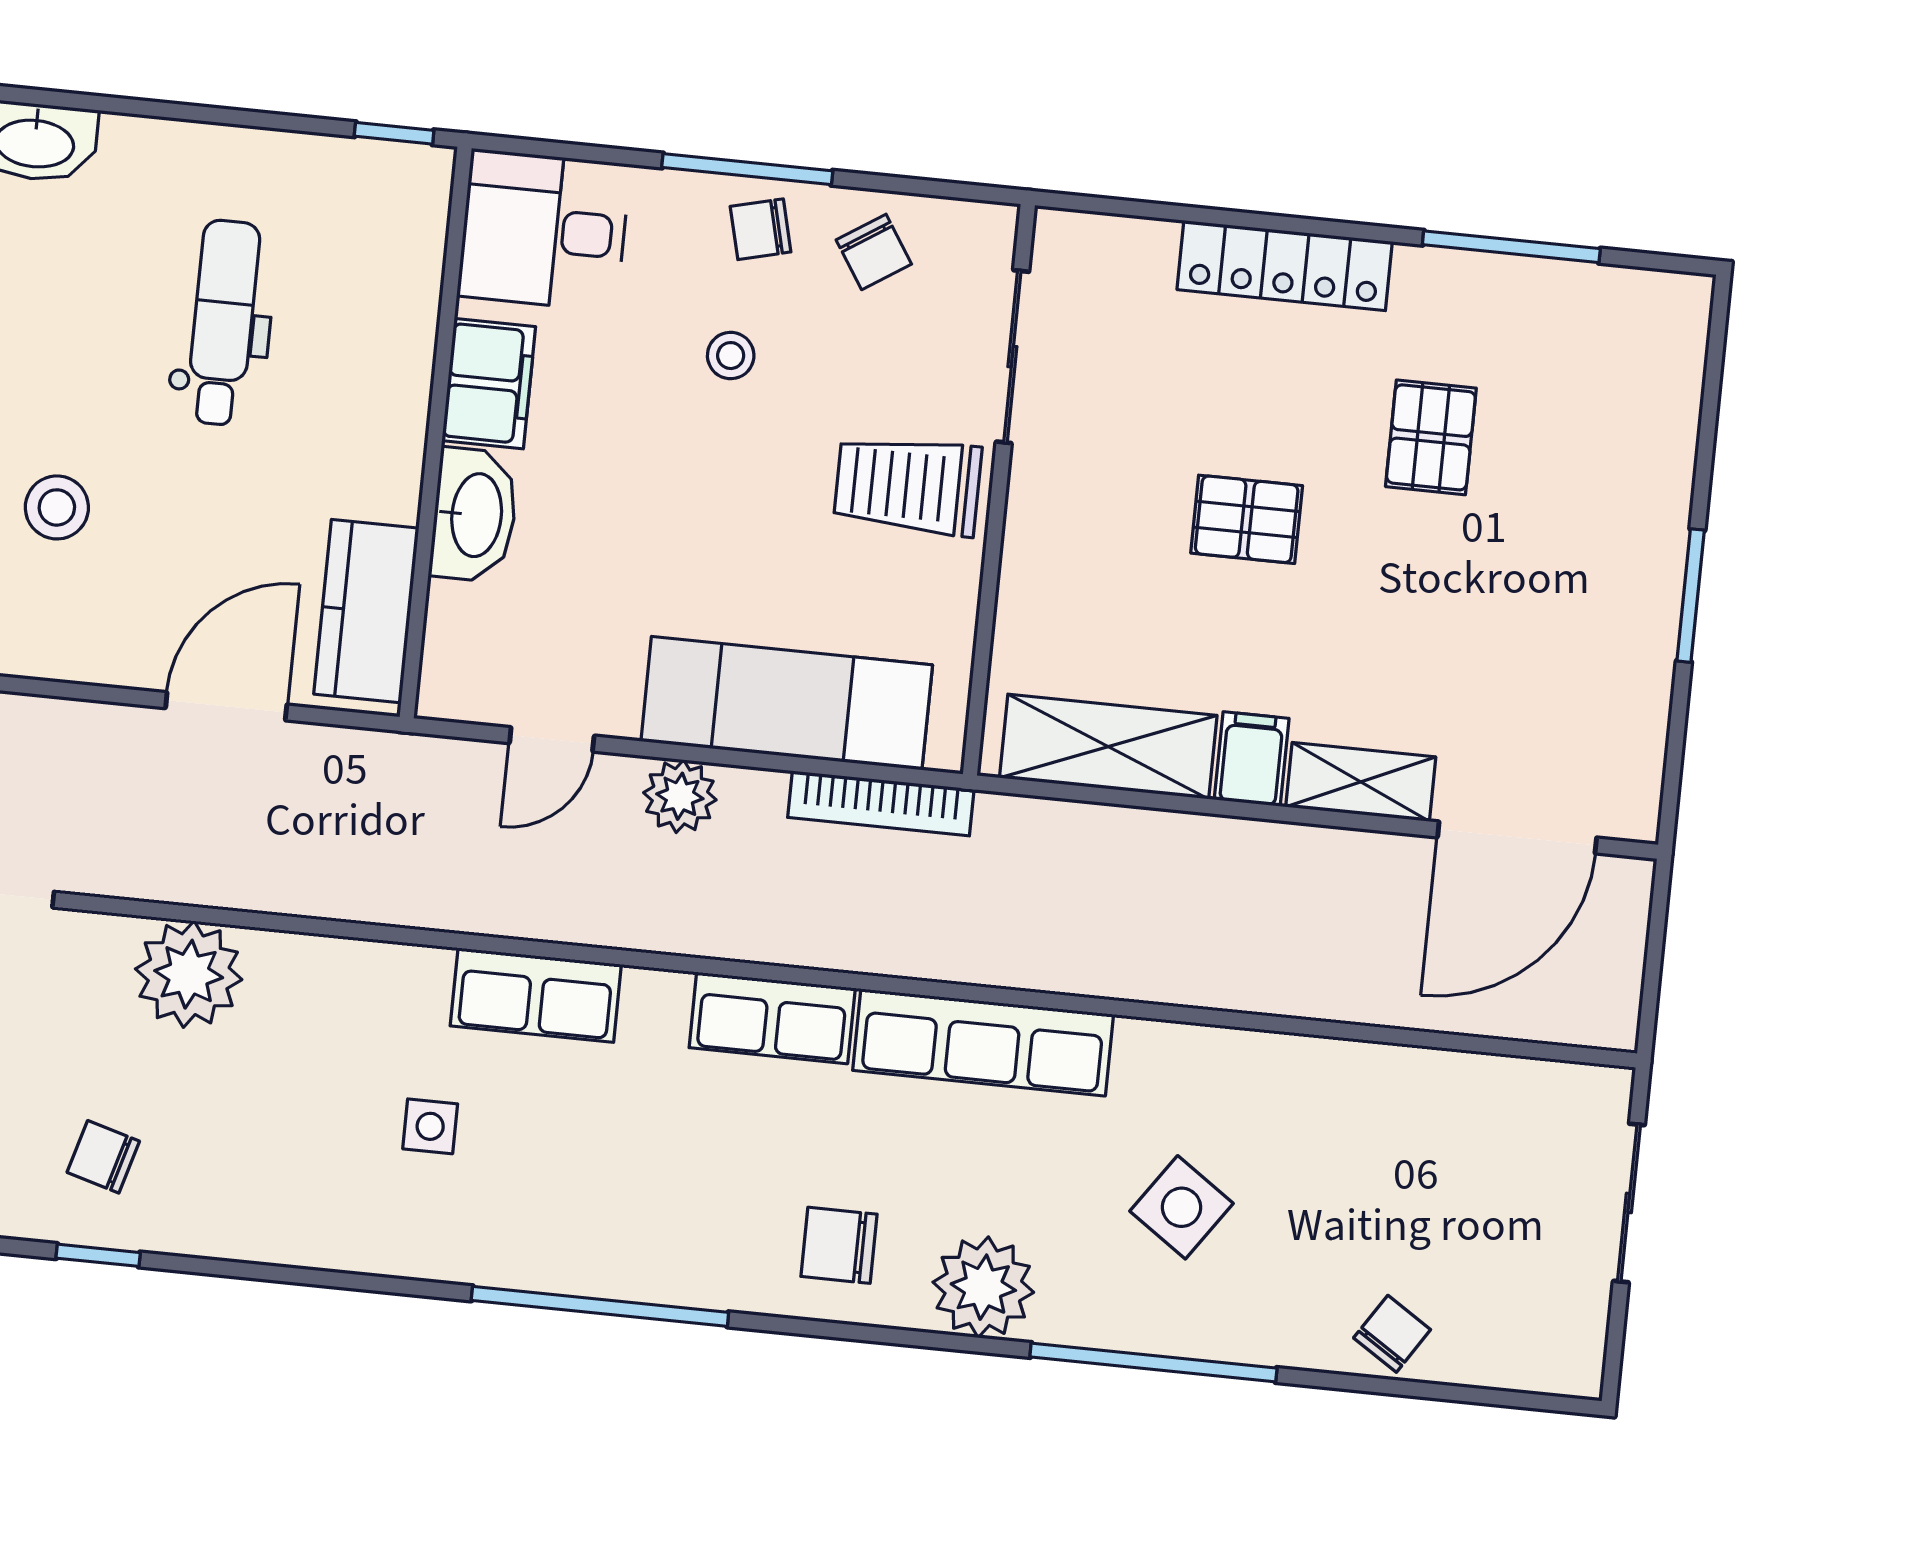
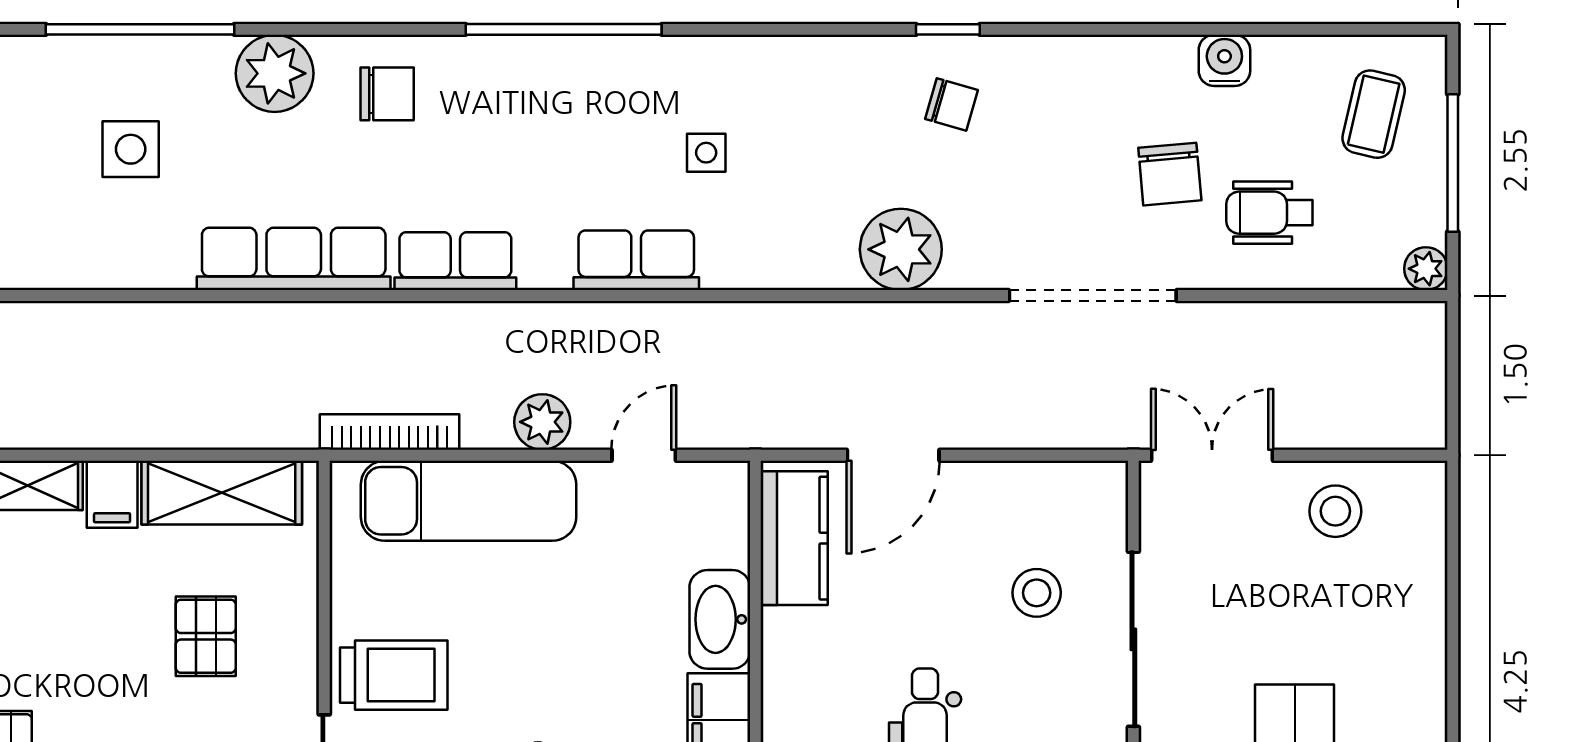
pallet: (1247, 519) -> (206, 636), moved, turned 90
side table: (1181, 1207) -> (131, 149), turned -35

